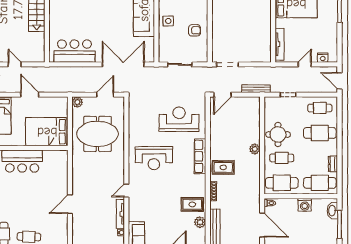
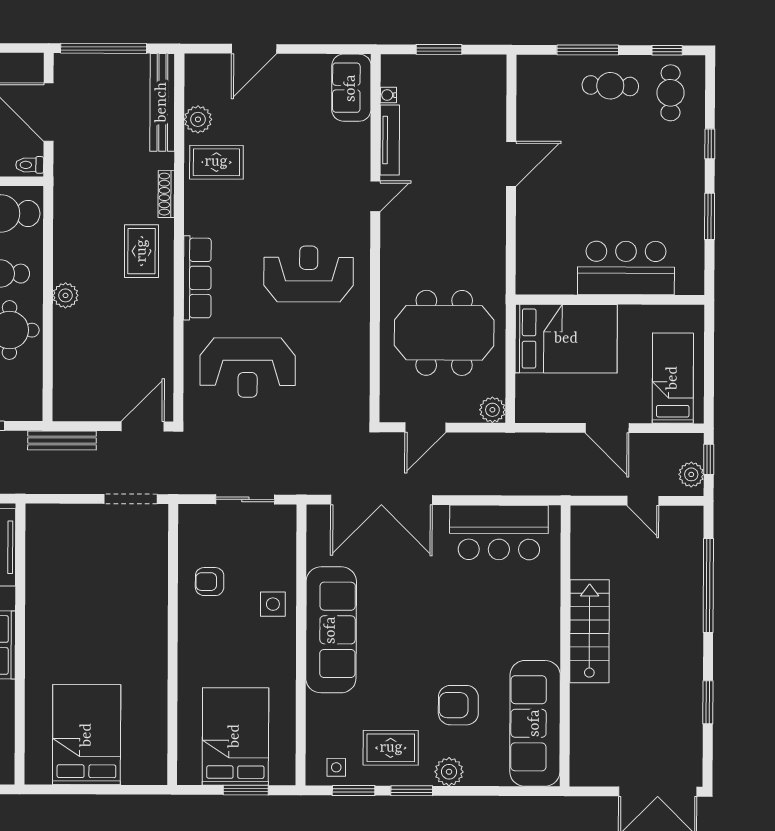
rug: (223, 167) -> (142, 251), turned 90

